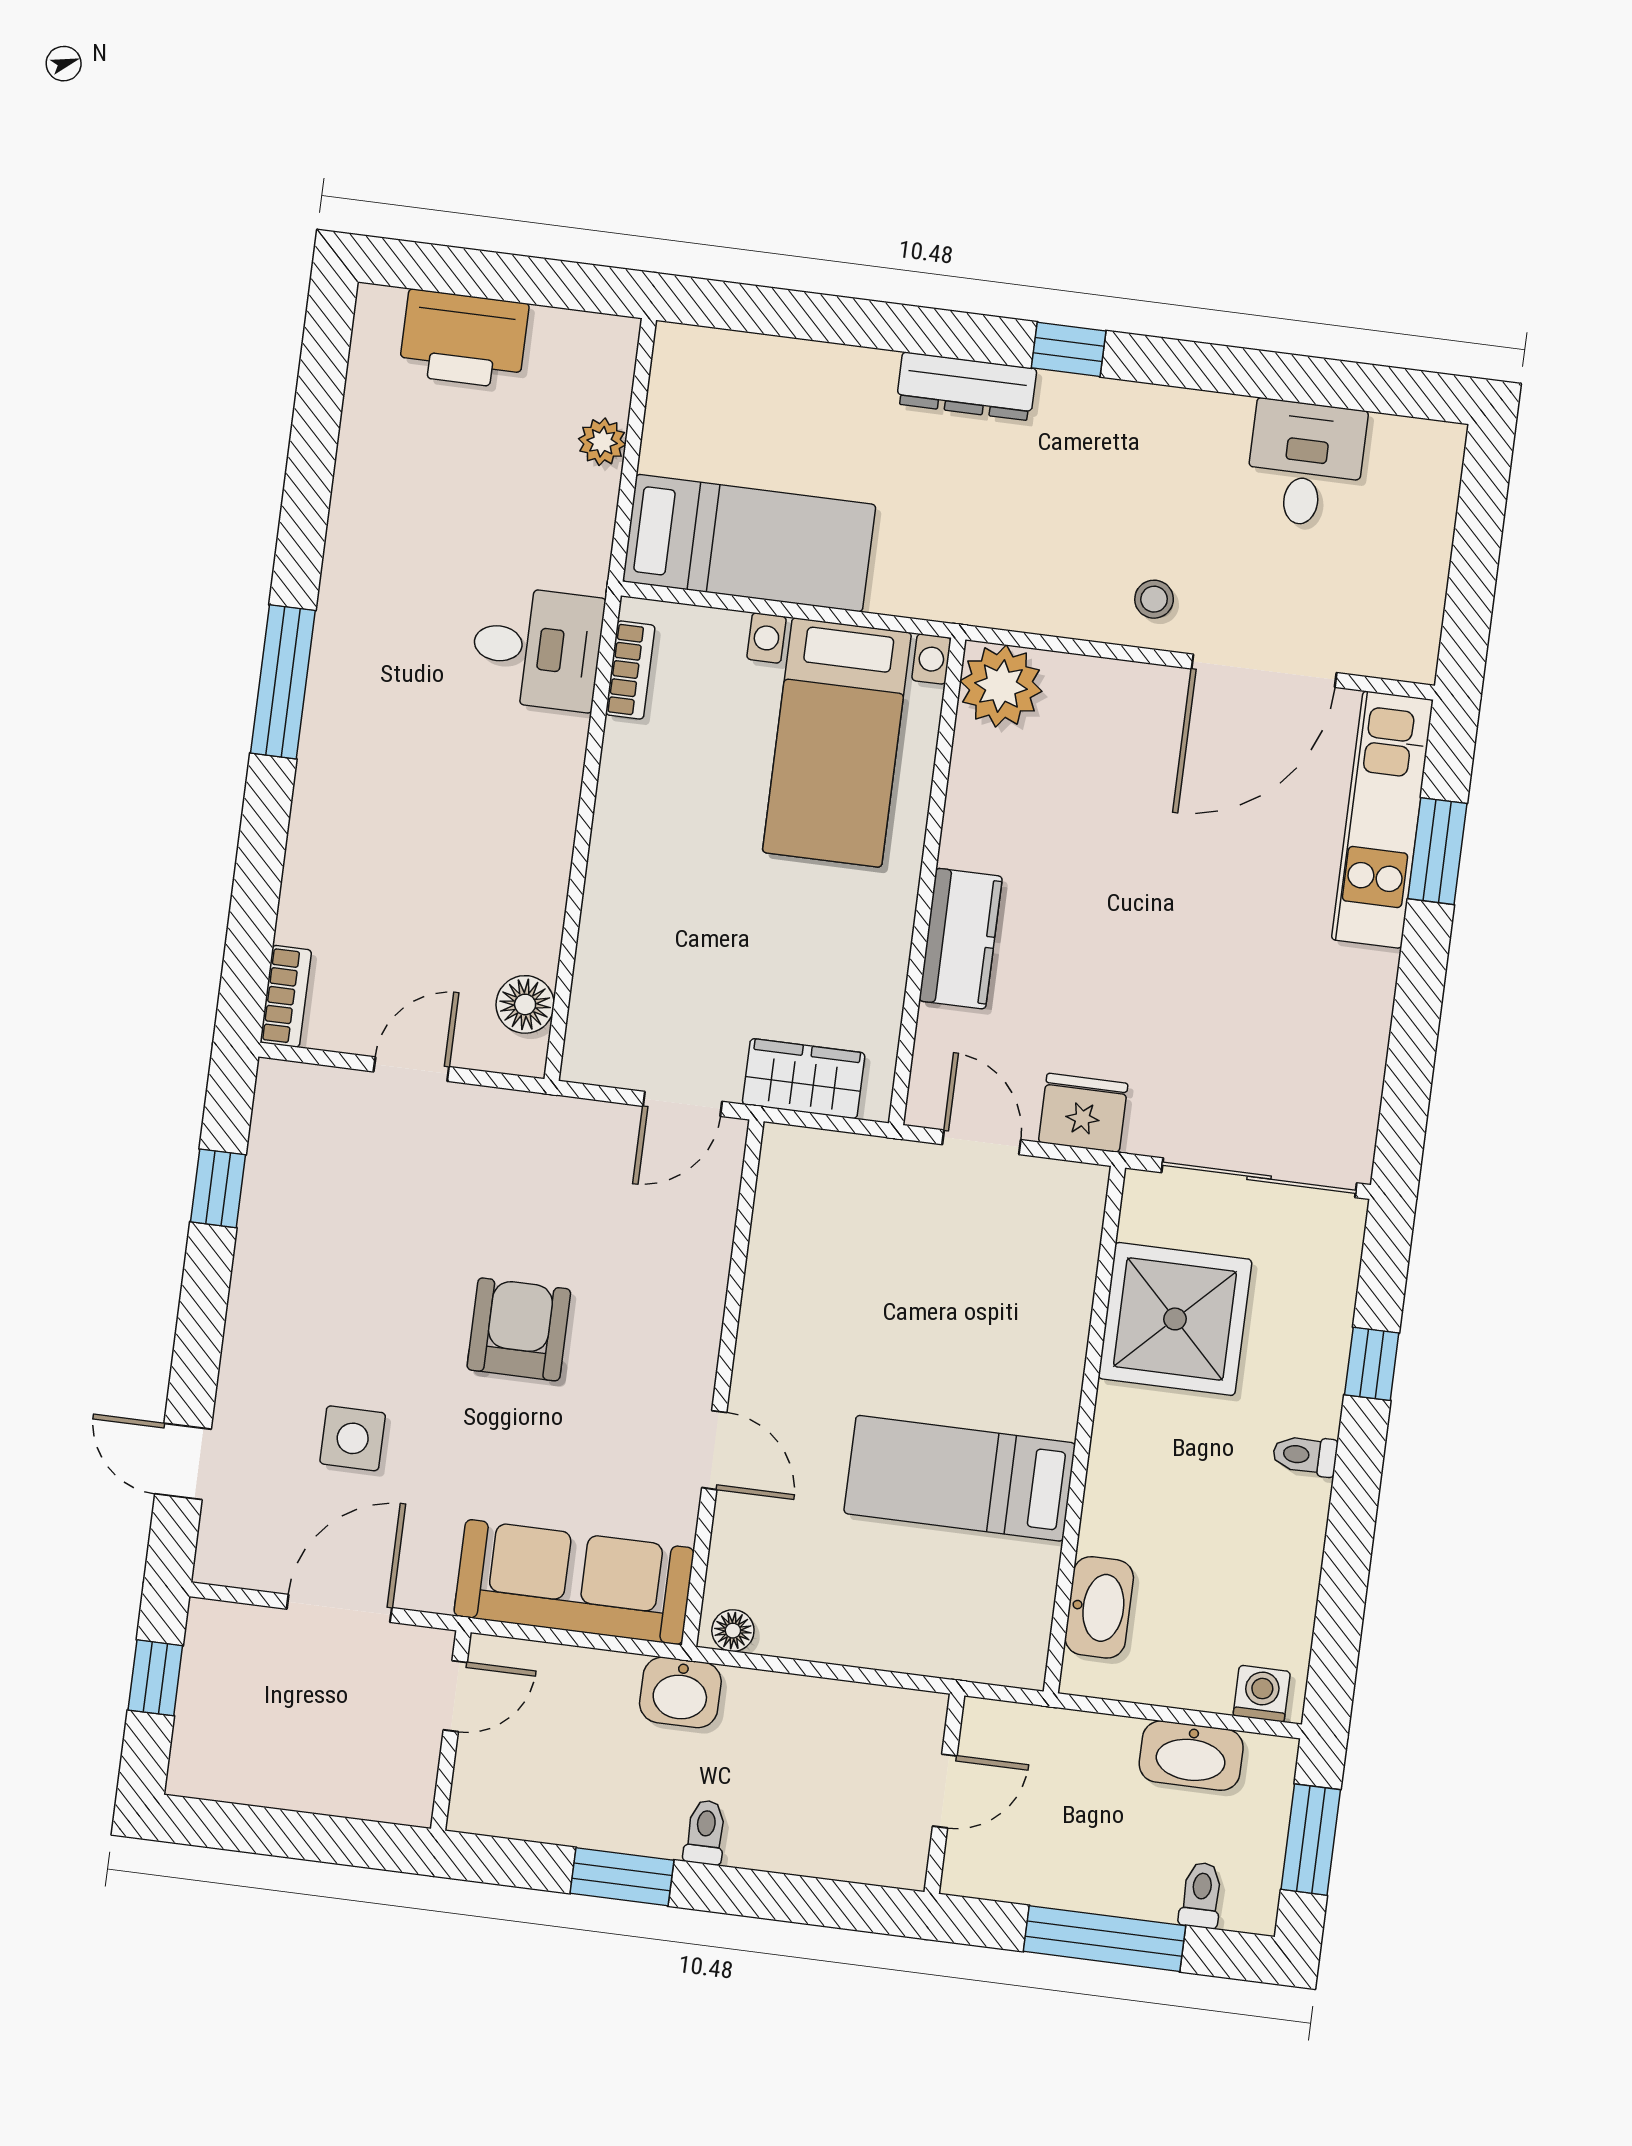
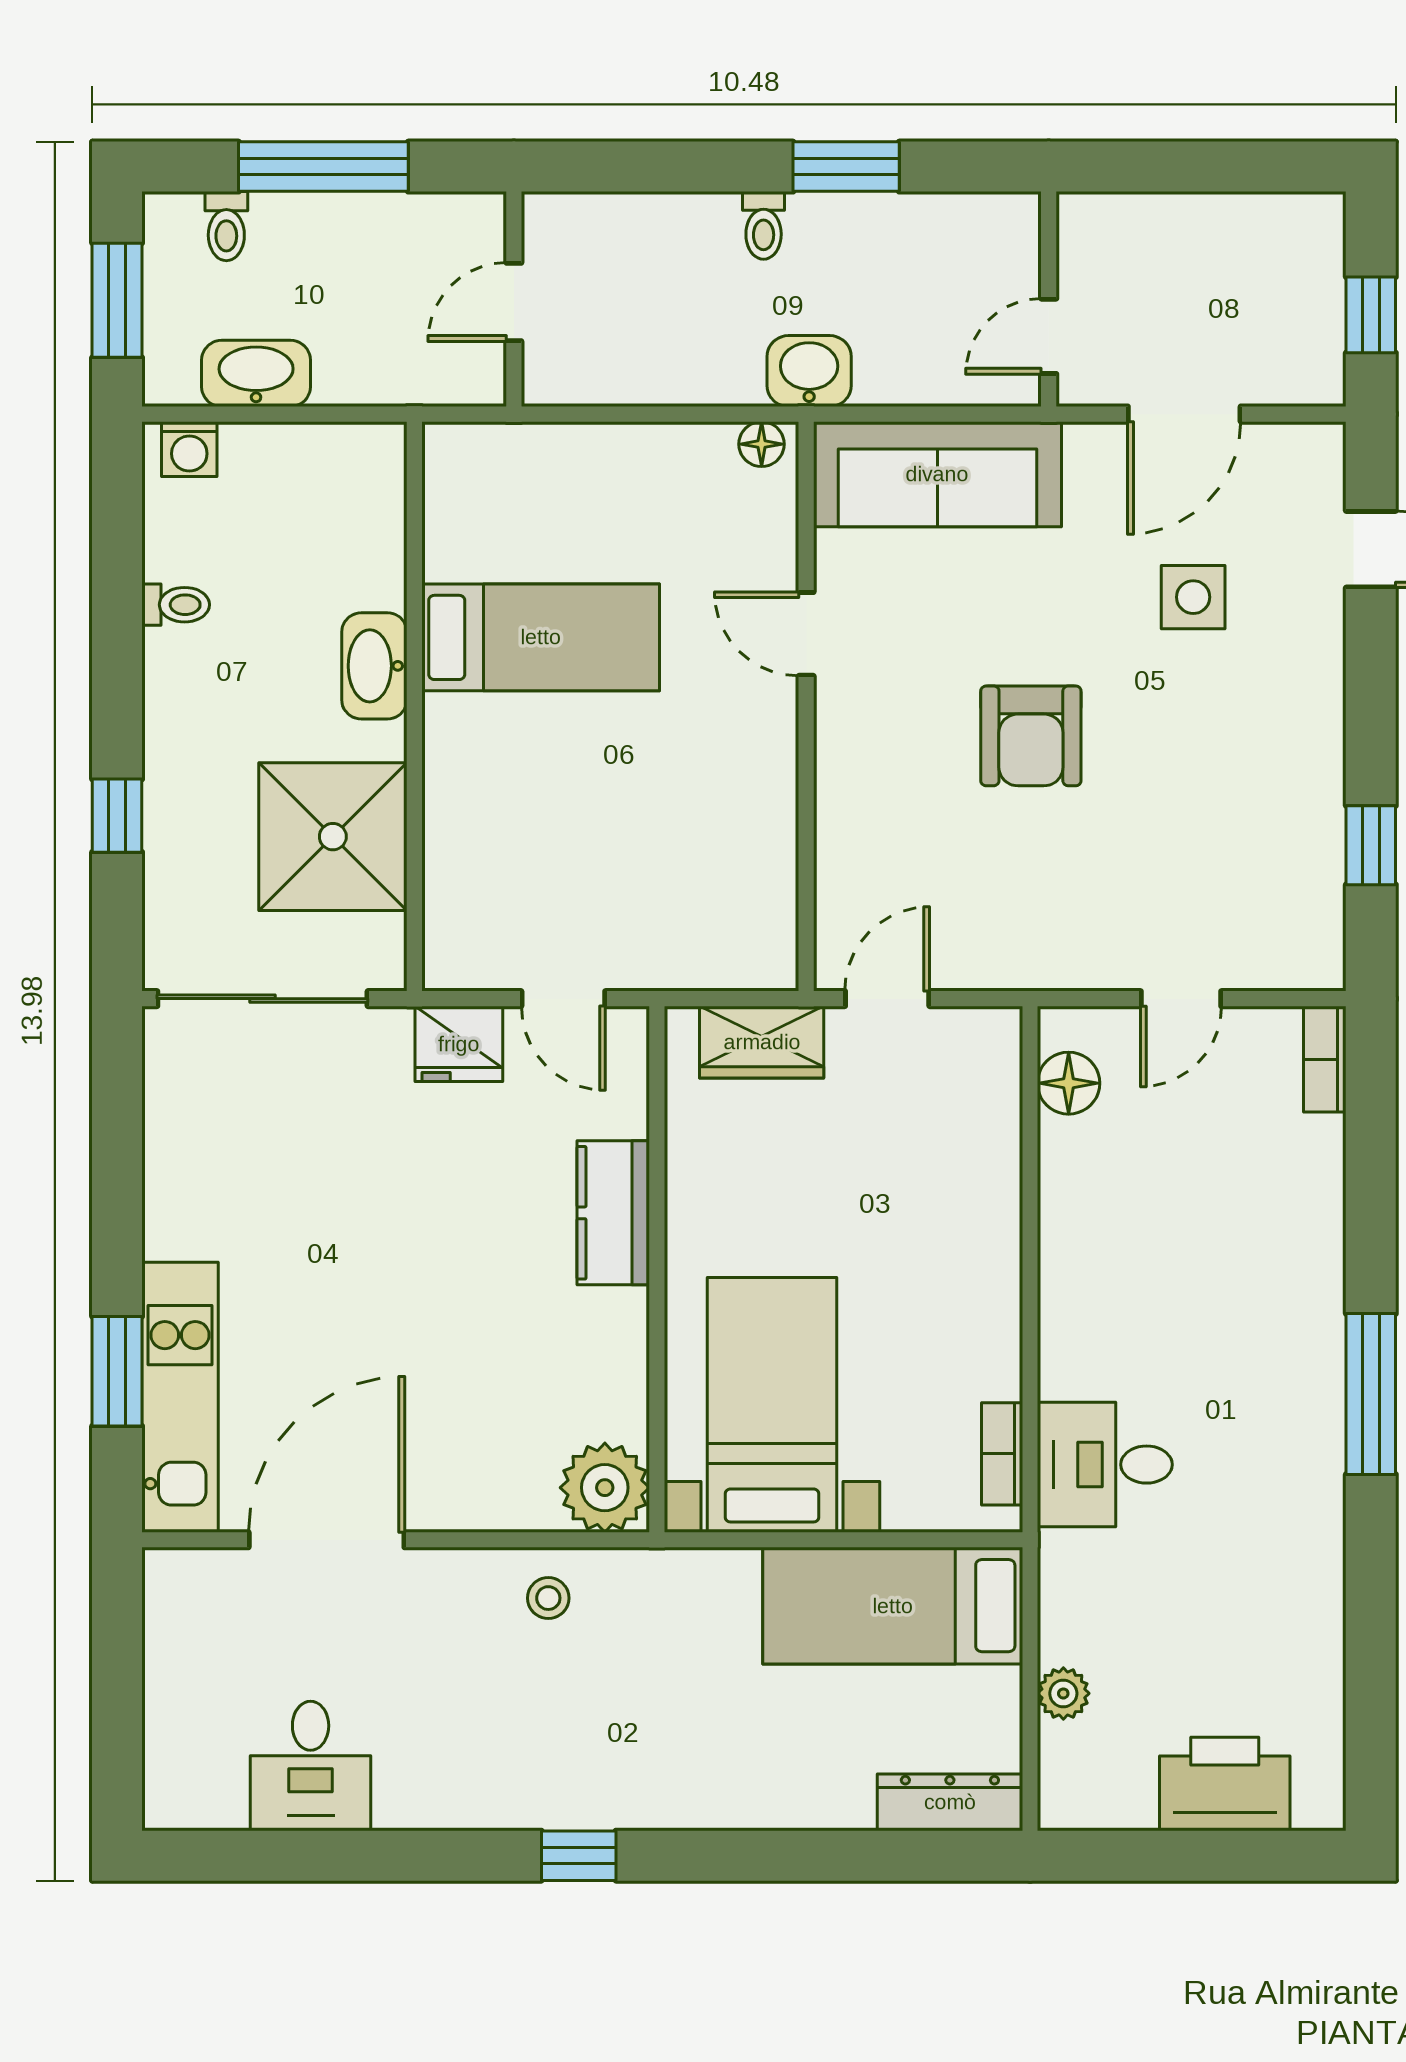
dresser: (966, 386) -> (950, 1802), moved
stool: (1154, 599) -> (548, 1598), moved
toilet: (1305, 1455) -> (176, 605), moved
washbasin: (1099, 1607) -> (374, 666), moved

